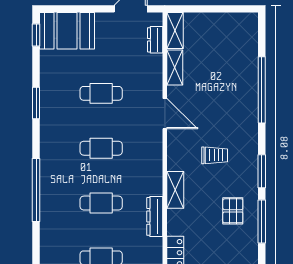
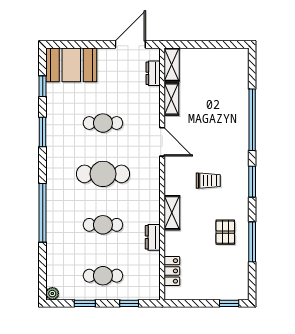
window: (36, 35) -> (43, 86), moved
cafe table: (101, 148) -> (103, 174), width x1.37, depth x1.35
window: (262, 171) -> (252, 182), moved
dresser: (155, 216) -> (153, 237), width x0.70

